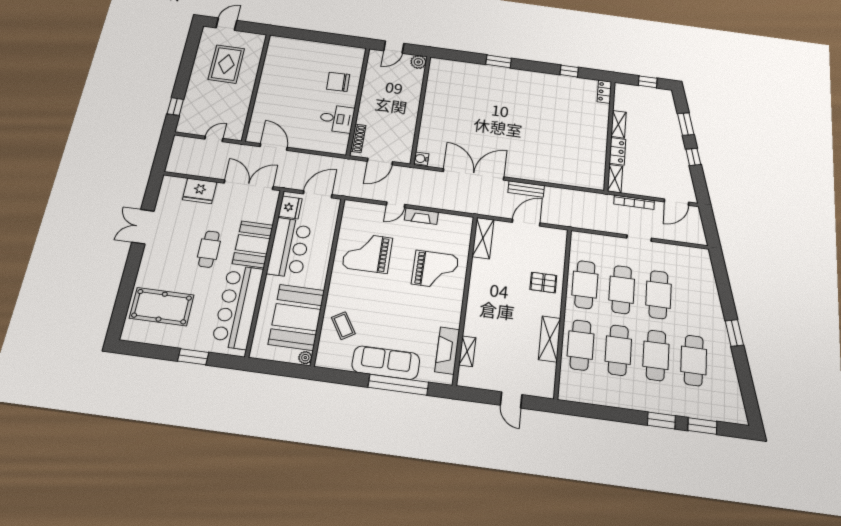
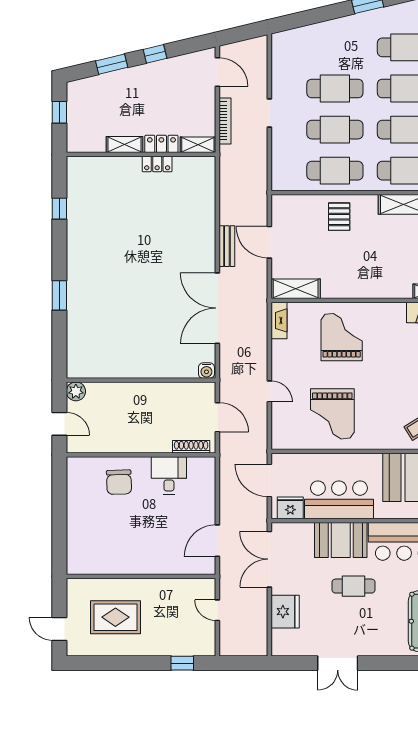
locker: (604, 92) -> (157, 164), moved
fireplace: (421, 216) -> (279, 320), moved

